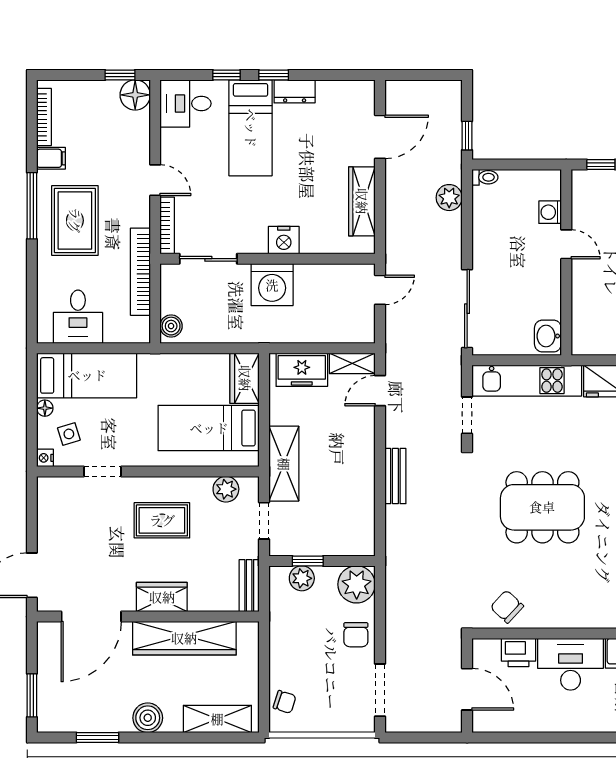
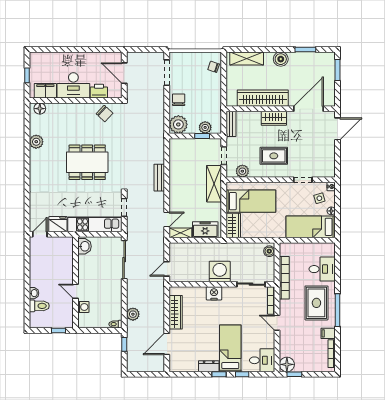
desk: (78, 317) -> (322, 269), moved, turned 90

